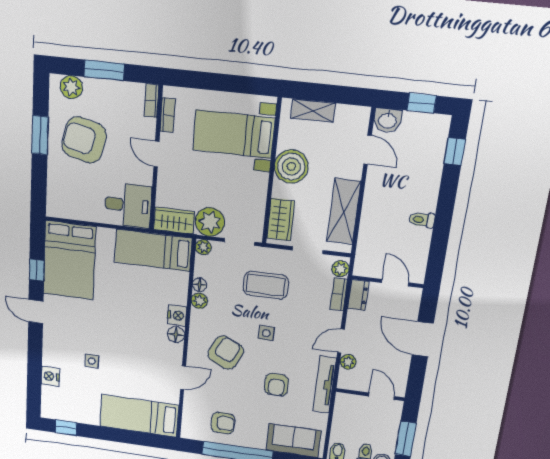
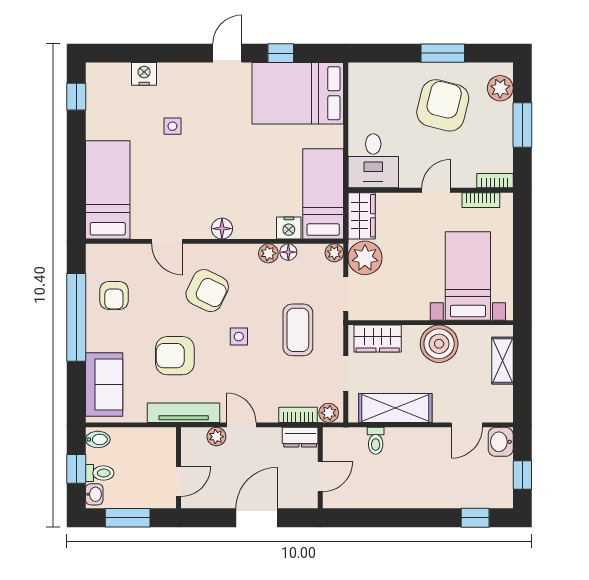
toilet: (422, 220) -> (376, 441), moved, turned 180
nightstand: (177, 315) -> (289, 228), moved
armchair: (276, 385) -> (175, 356), width x1.38, depth x1.38

